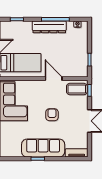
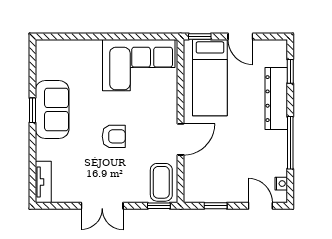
dresser: (49, 27) -> (276, 99), moved
door: (89, 35) -> (260, 206), added
sofa: (43, 148) -> (52, 110), width x0.73

